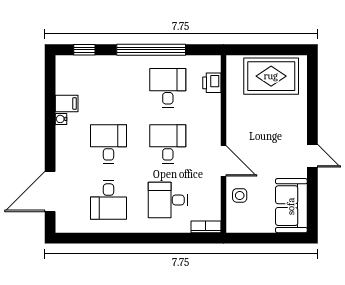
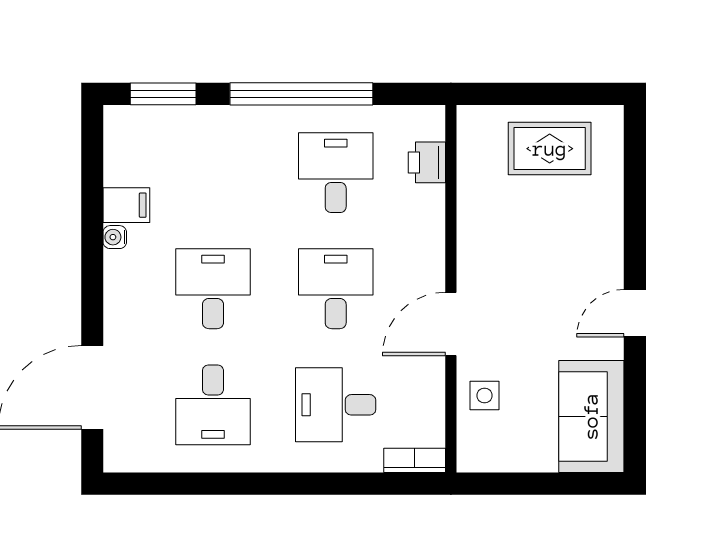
window: (84, 50) -> (163, 94), width x1.50
rug: (271, 76) -> (550, 149), width x0.73, depth x0.70
door: (312, 156) -> (635, 313), swing flipped
door: (223, 161) -> (451, 324), swing flipped

